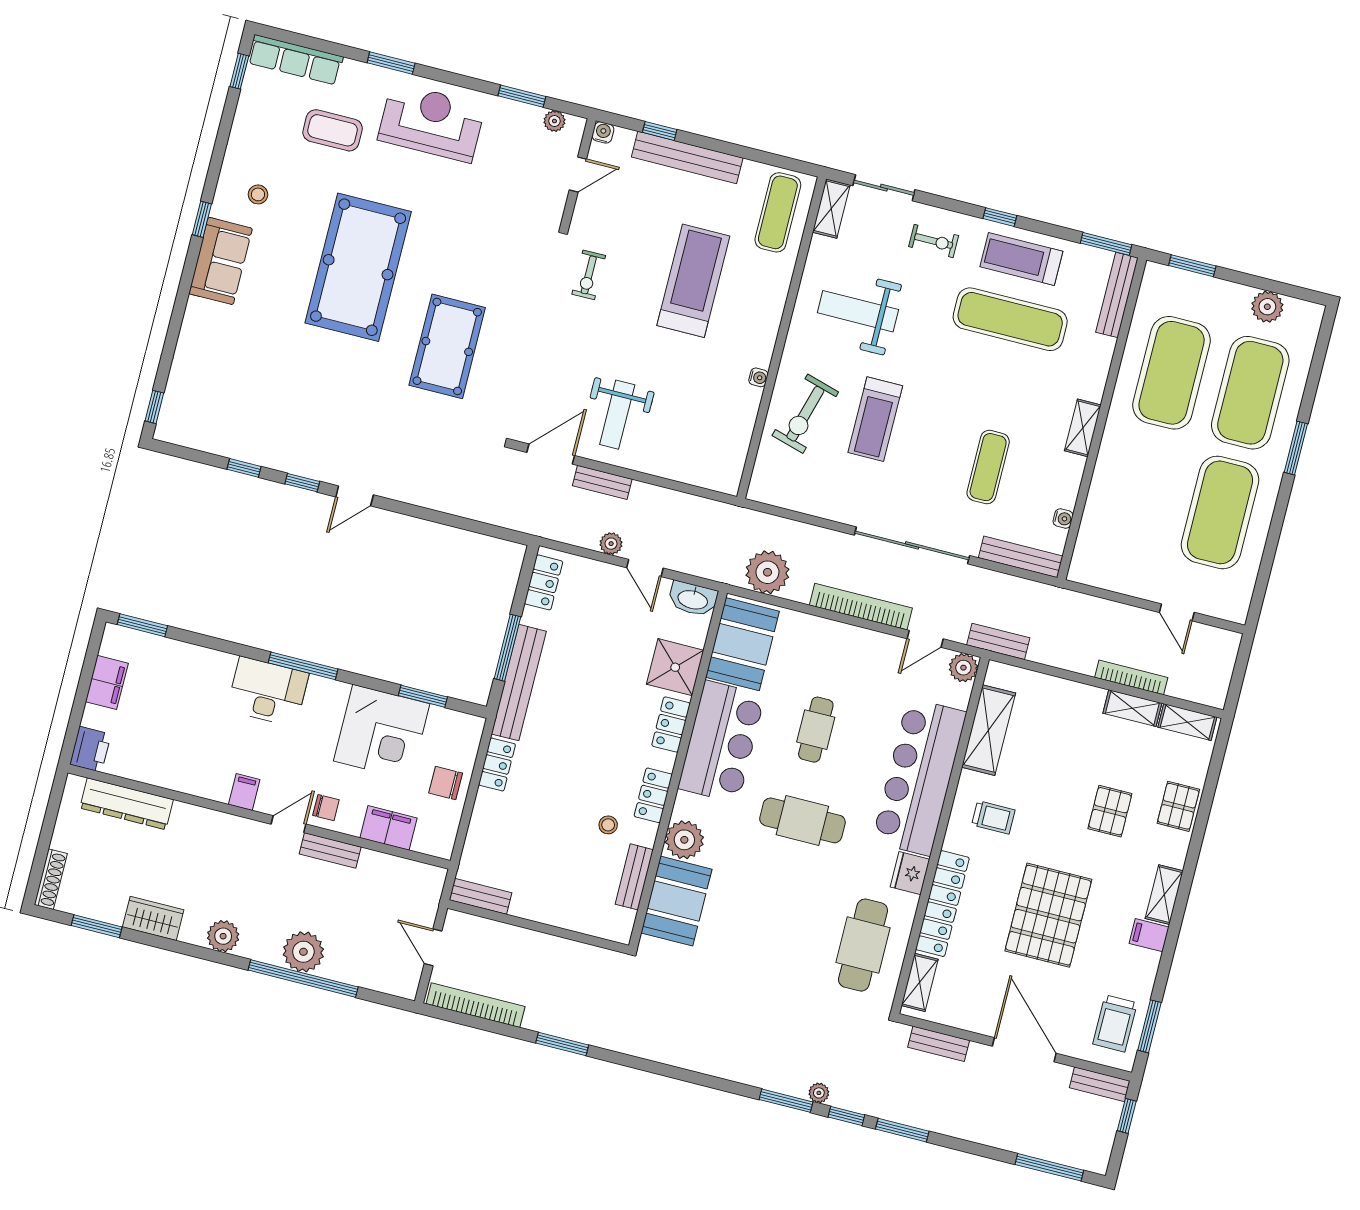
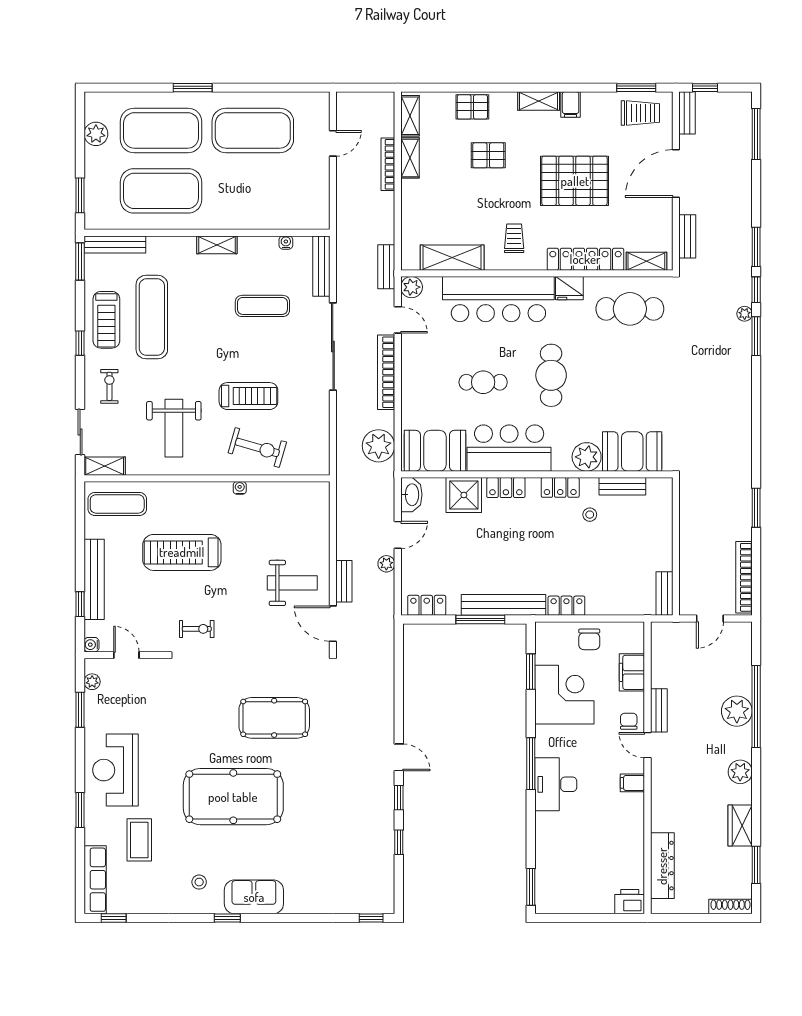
filing cabinet: (107, 682) -> (578, 902), removed

